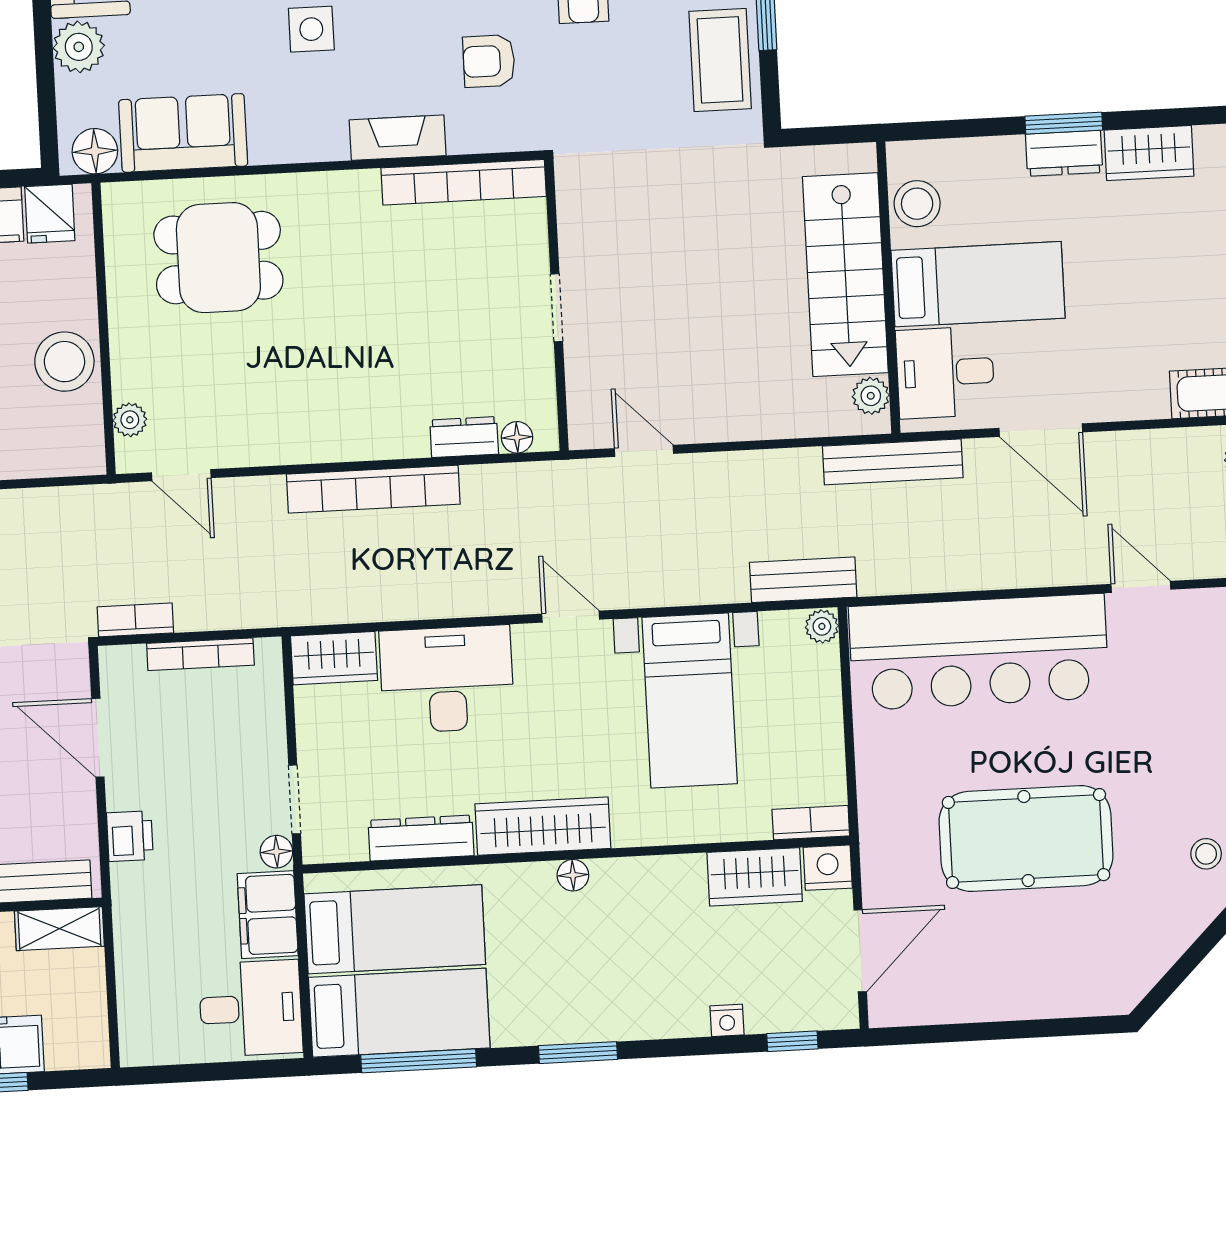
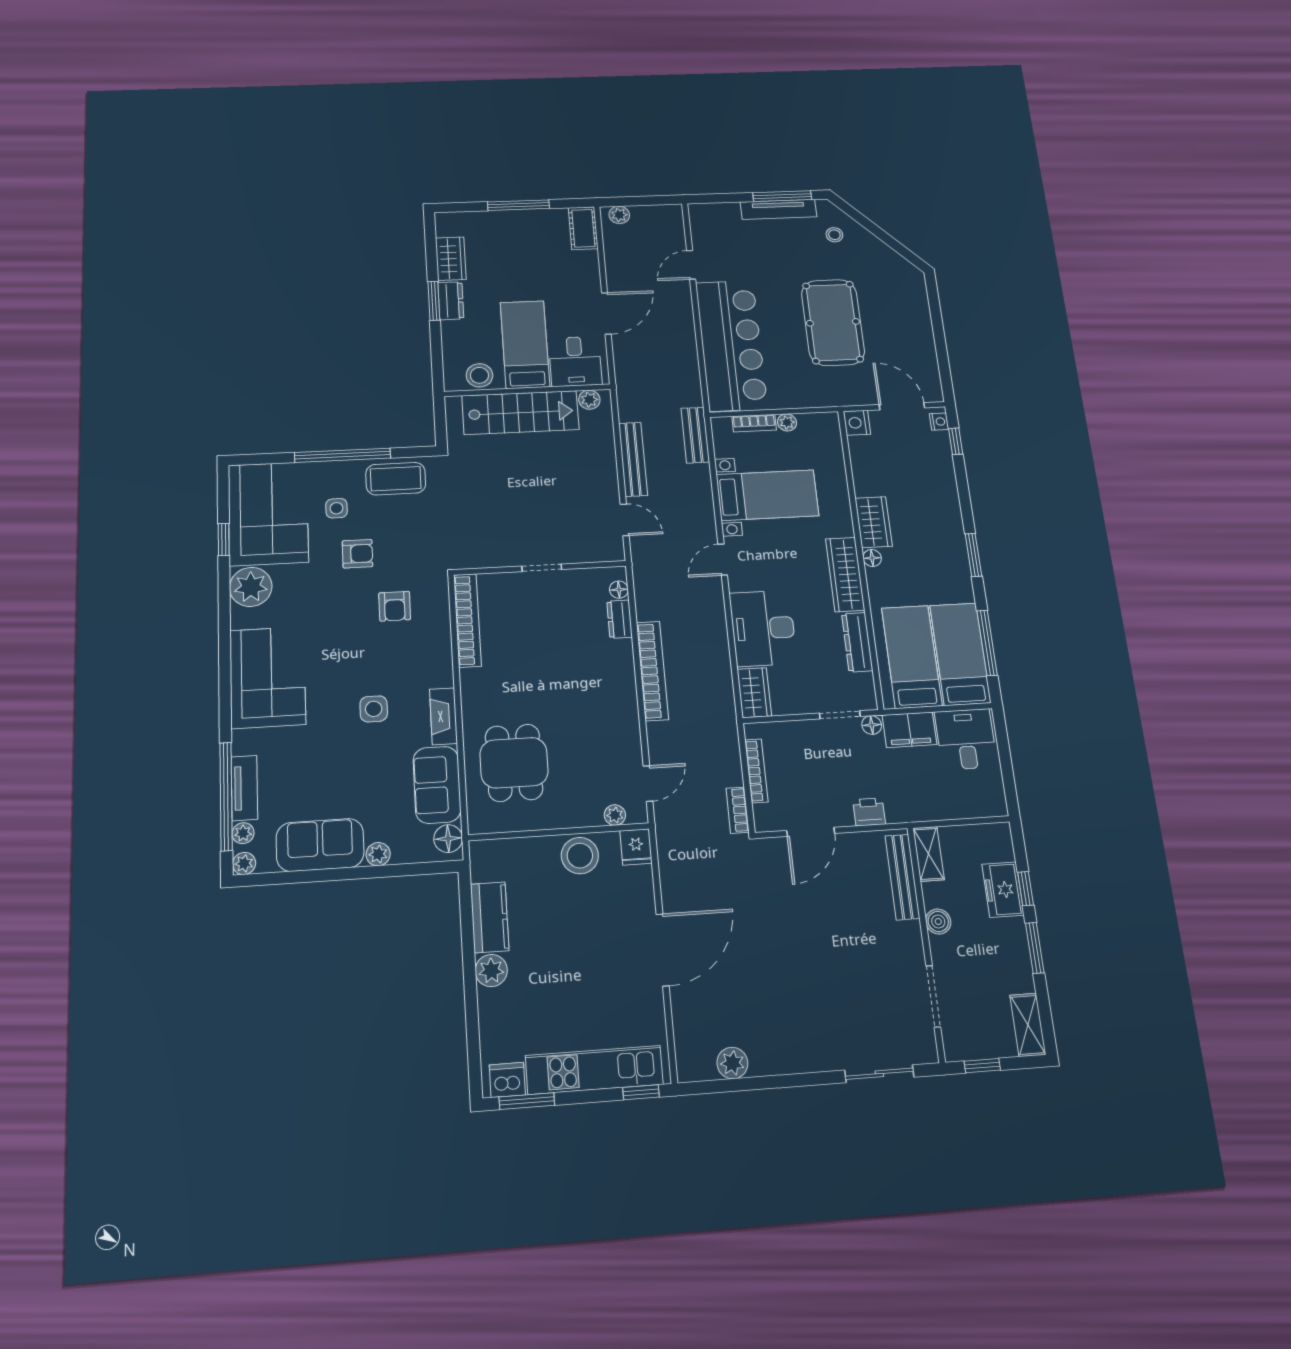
plant: (79, 47) -> (378, 854), width x0.73, depth x0.73
fireplace: (398, 138) -> (443, 716), moved
fridge: (50, 214) -> (636, 847), moved, turned 90
door: (644, 451) -> (625, 520), swing flipped
bench: (893, 462) -> (633, 459), moved
plant: (822, 626) -> (787, 422), moved
bookcase: (811, 823) -> (754, 423), moved, turned -90
wardrobe: (755, 877) -> (874, 522), moved
nightstand: (727, 1020) -> (939, 422), moved

